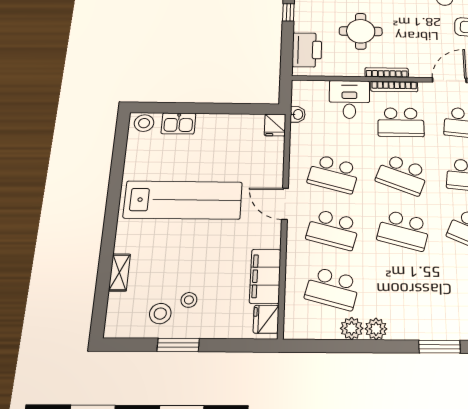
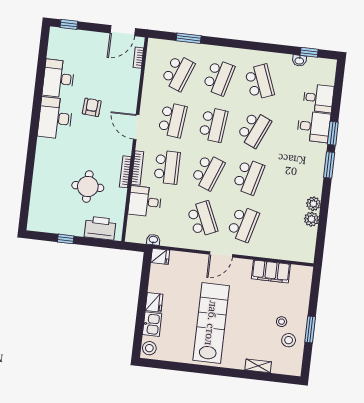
school desk: (334, 174) -> (202, 219), turned -39
school desk: (332, 289) -> (284, 229), removed
fridge: (266, 319) -> (154, 302), moved, turned -90

